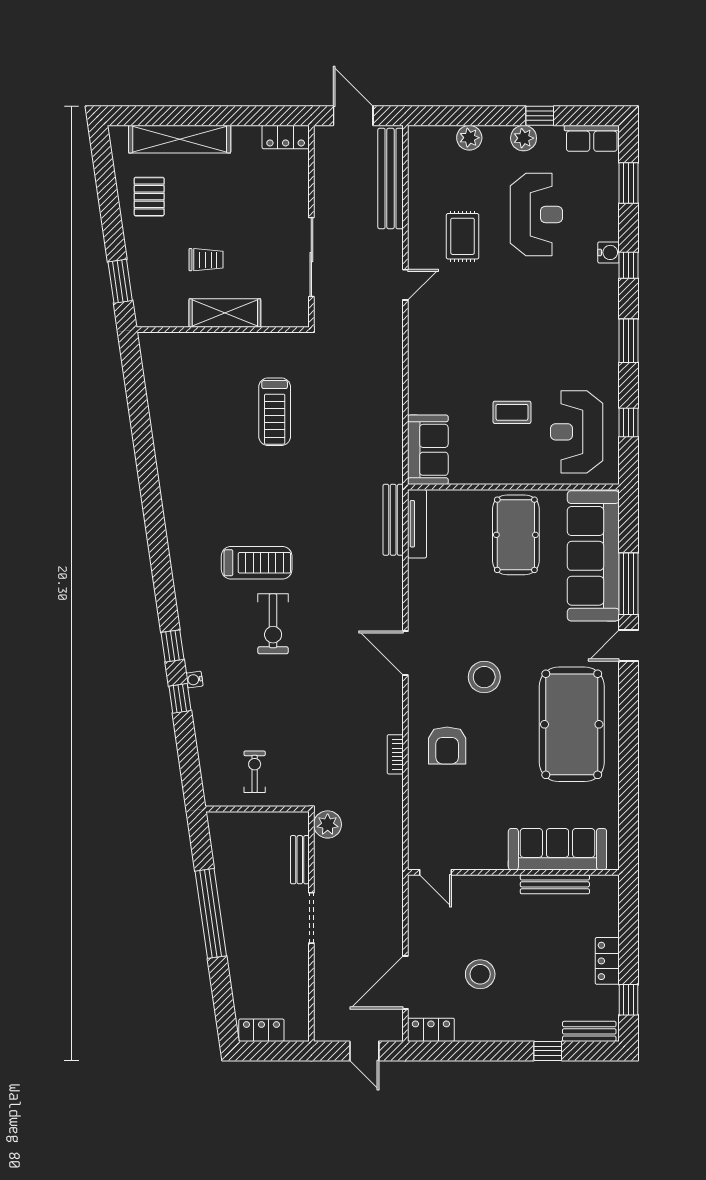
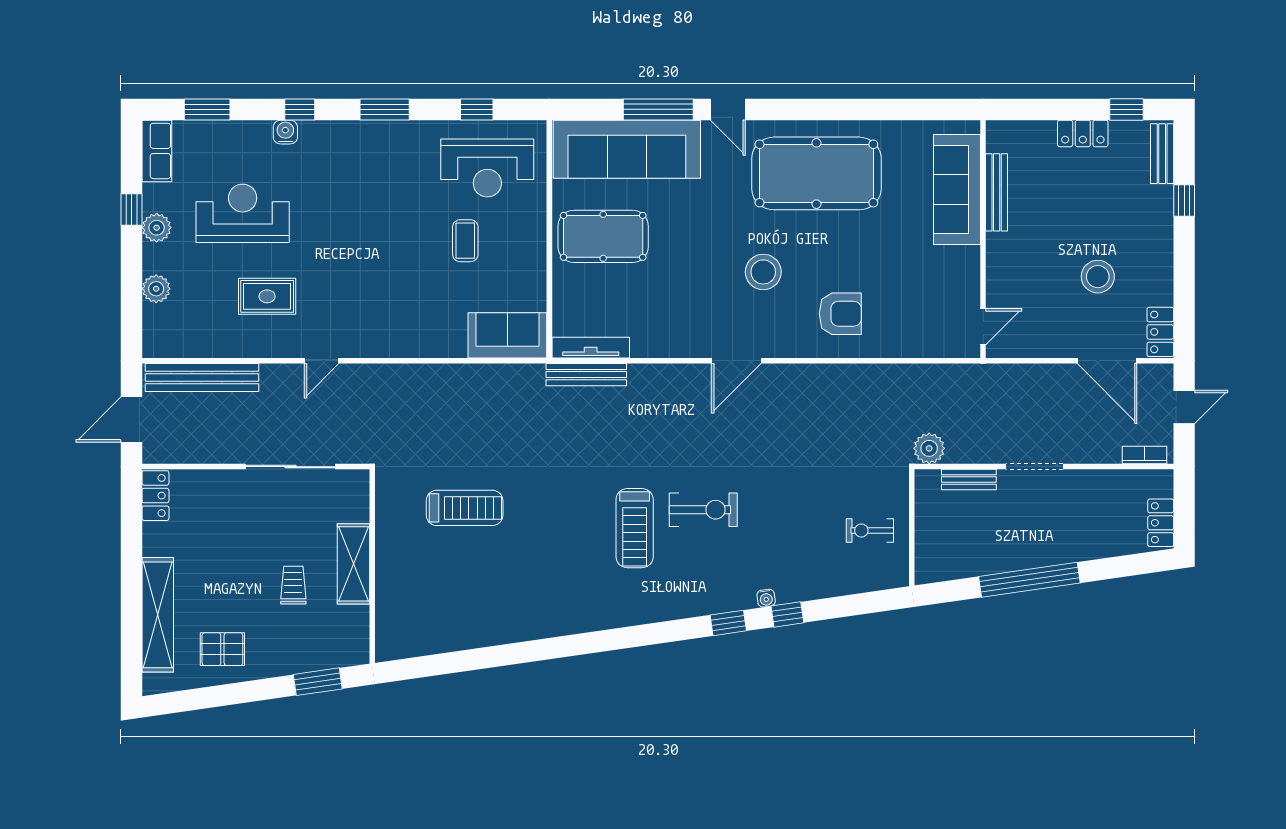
door: (405, 285) -> (322, 361), swing flipped
treadmill: (257, 563) -> (635, 528), turned 180
bookcase: (395, 754) -> (1144, 455), moved, turned 180

